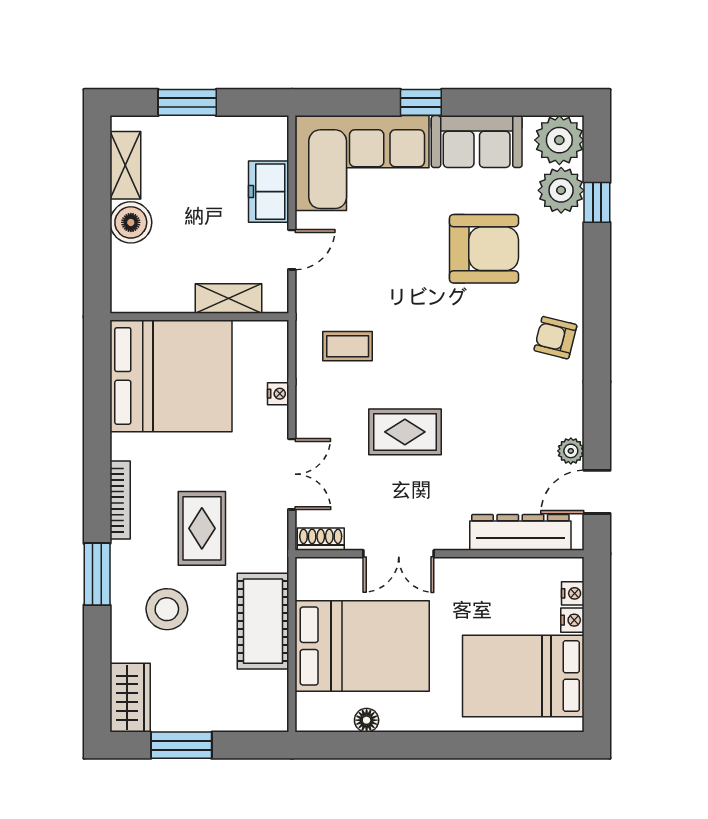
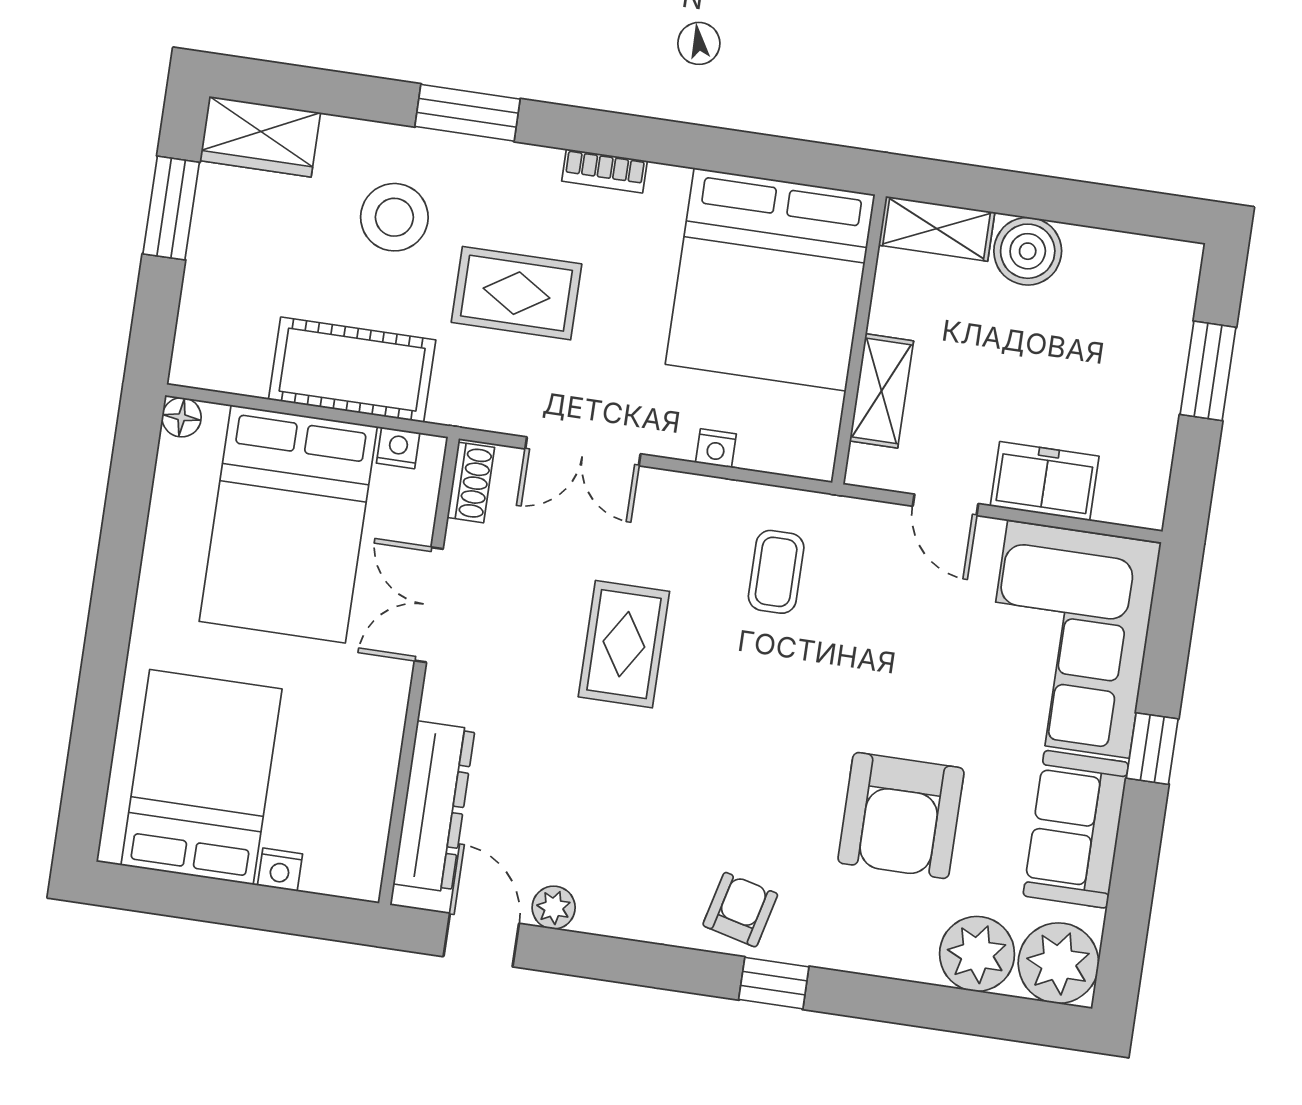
shelving: (125, 165) -> (937, 229), moved
window: (597, 202) -> (774, 983), moved
bookcase: (120, 500) -> (604, 171), width x0.64
nightstand: (573, 593) -> (398, 448), moved, turned 180
floor lamp: (367, 720) -> (182, 417), moved

